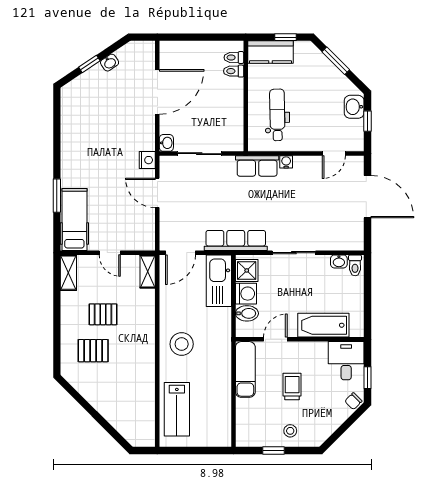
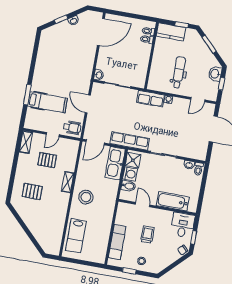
door: (157, 92) -> (101, 32), moved
dental chair: (277, 115) -> (179, 72), moved
nightstand: (147, 160) -> (85, 83), removed
hospital bed: (74, 219) -> (47, 102), moved, turned 90
wheelchair: (139, 236) -> (72, 128), added
door: (110, 253) -> (53, 135), hinge flipped
shelving: (148, 271) -> (68, 182), moved
pallet: (103, 314) -> (47, 160), moved
door: (275, 339) -> (143, 205), hinge flipped
exam couch: (245, 369) -> (117, 242), moved

